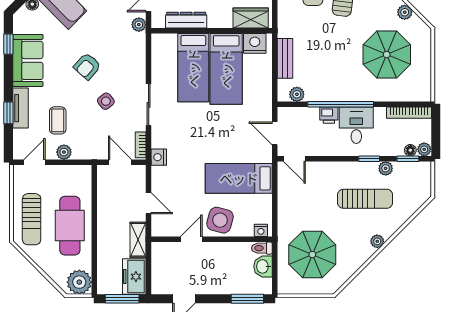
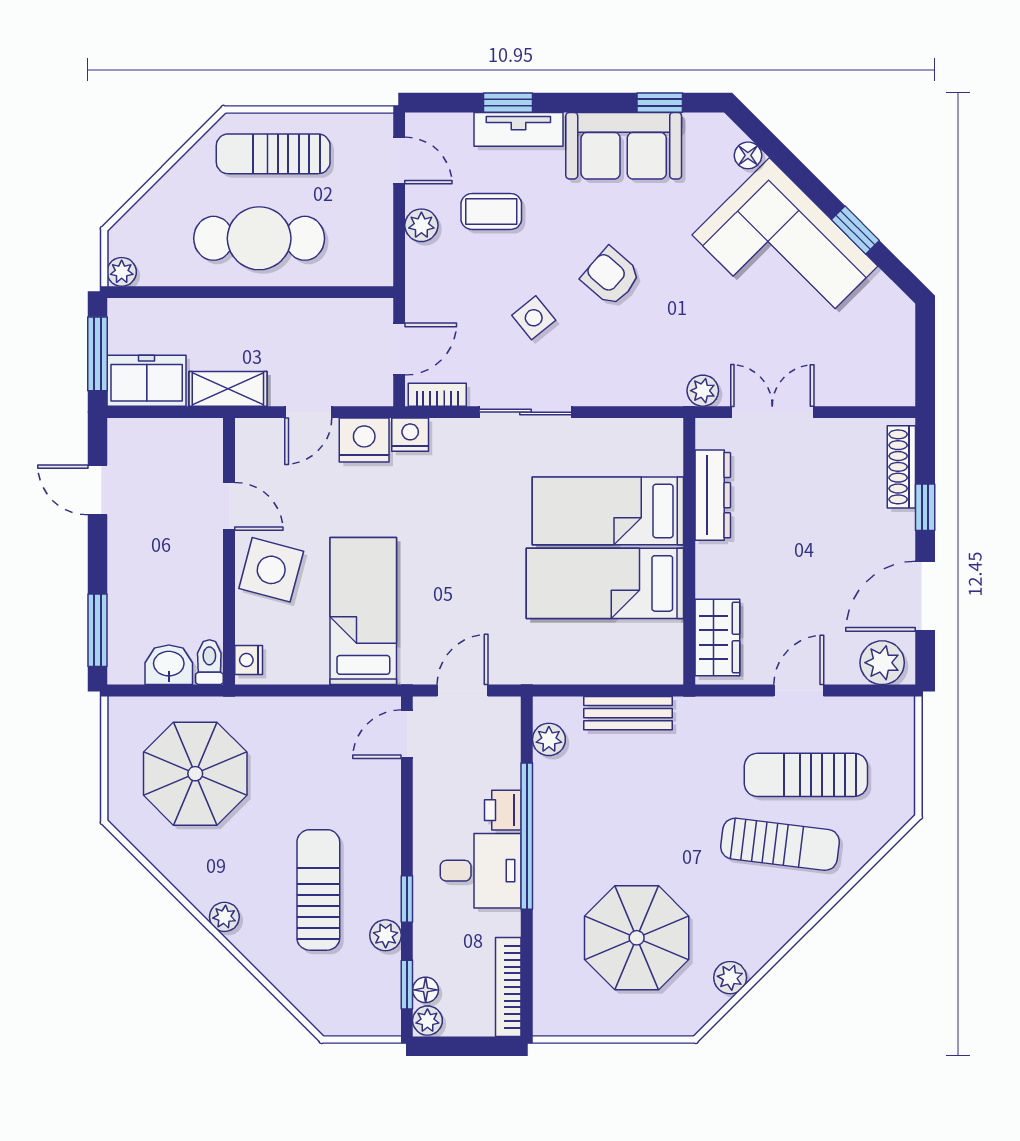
nightstand: (255, 43) -> (364, 440), moved, turned -90
sun lounger: (365, 199) -> (318, 890), turned 180
plant: (79, 282) -> (122, 272), width x0.53, depth x0.53

